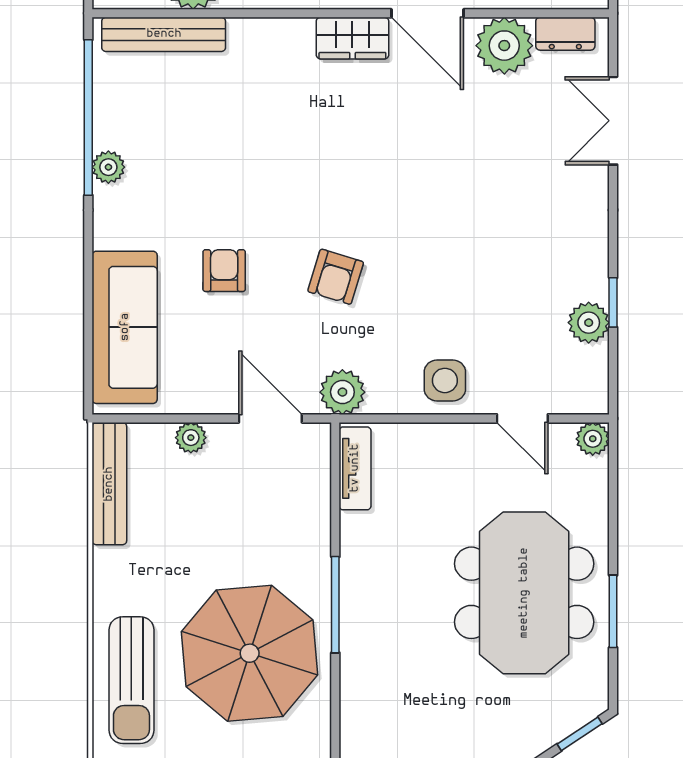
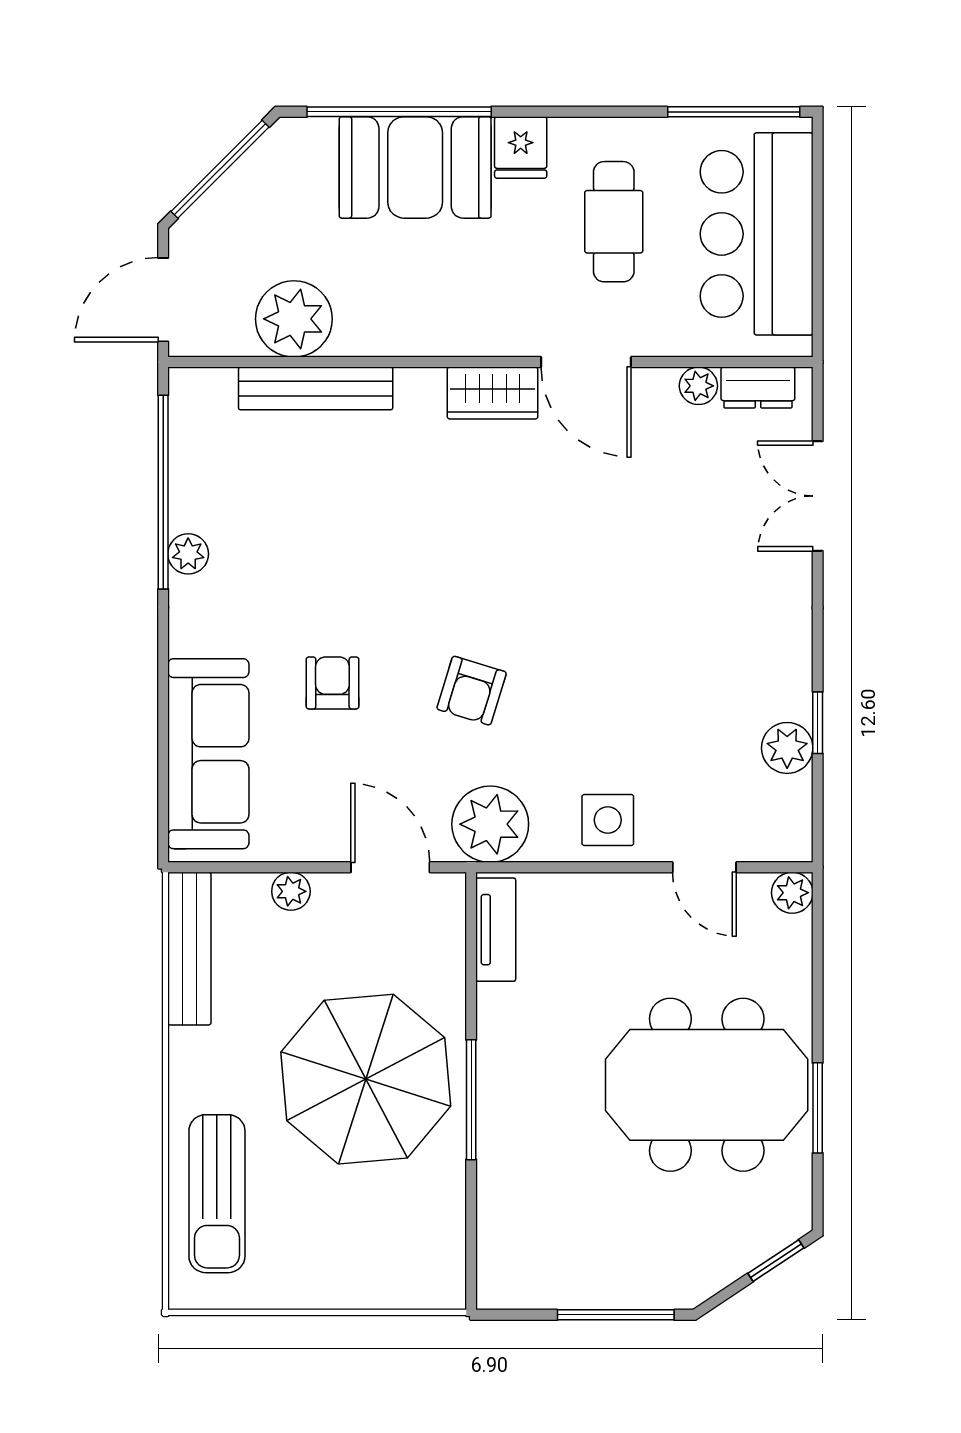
bench: (164, 34) -> (316, 388), moved
plant: (504, 46) -> (698, 386), width x0.53, depth x0.53
plant: (342, 392) -> (490, 824), width x1.36, depth x1.36
meeting table: (524, 593) -> (707, 1085), turned 90
parasol: (250, 653) -> (366, 1079), moved

